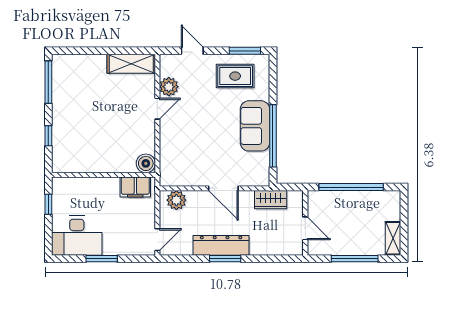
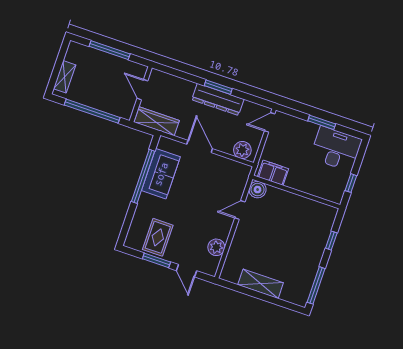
window: (245, 51) -> (156, 260), moved
shelving: (131, 64) -> (261, 284), moved
rug: (235, 76) -> (158, 237), turned 90
door: (157, 109) -> (240, 210), moved
sofa: (255, 126) -> (161, 174), moved
wardrobe: (271, 200) -> (157, 121), width x1.50
shelving: (393, 238) -> (65, 77), moved

